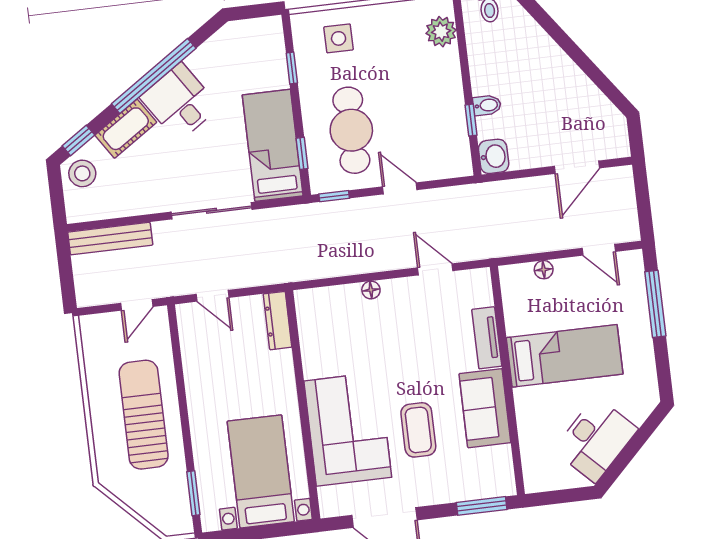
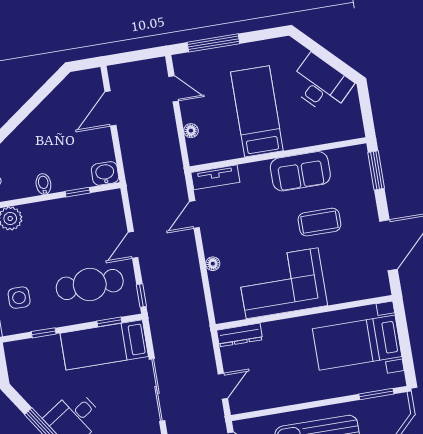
bidet: (487, 105) -> (43, 184), moved
door: (577, 167) -> (110, 109), swing flipped
door: (599, 250) -> (174, 89), hinge flipped
tv unit: (487, 338) -> (215, 177), moved
corner sofa: (348, 429) -> (282, 283), moved

